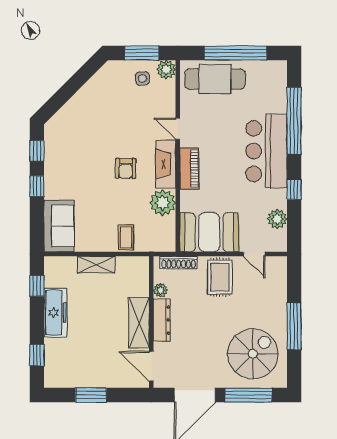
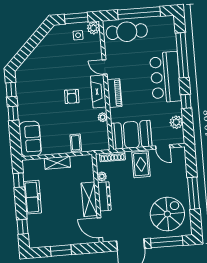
plant: (163, 203) -> (103, 117), width x0.53, depth x0.53

